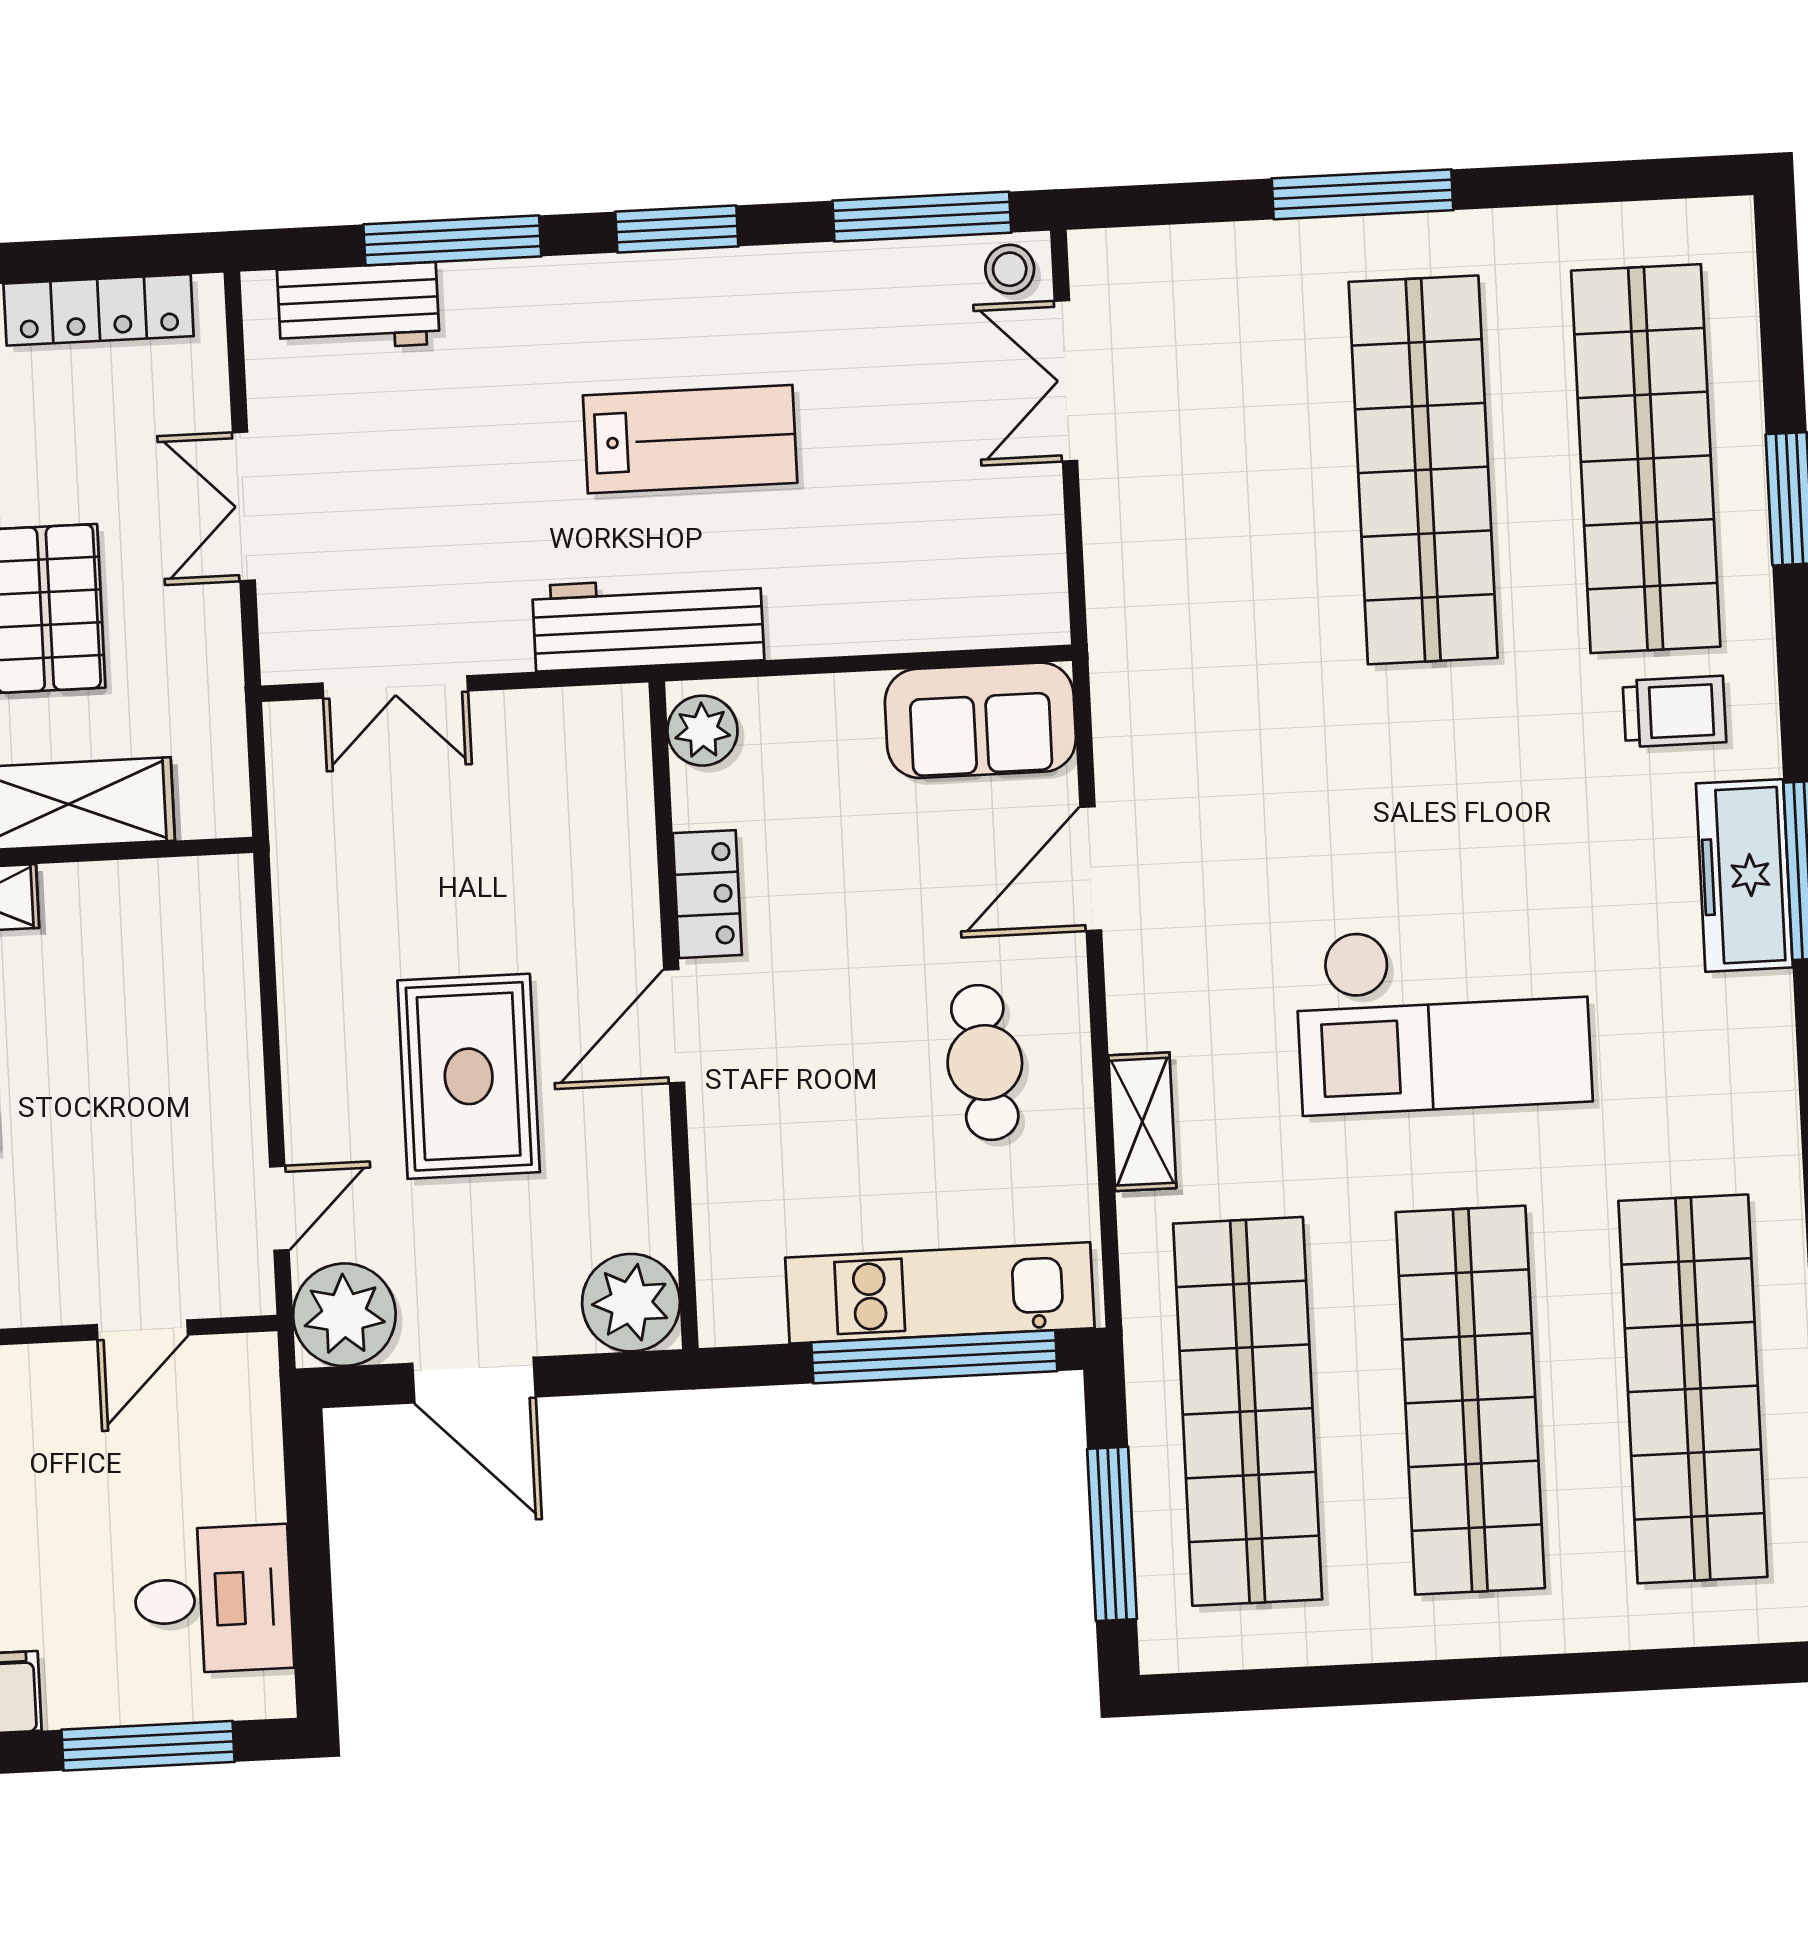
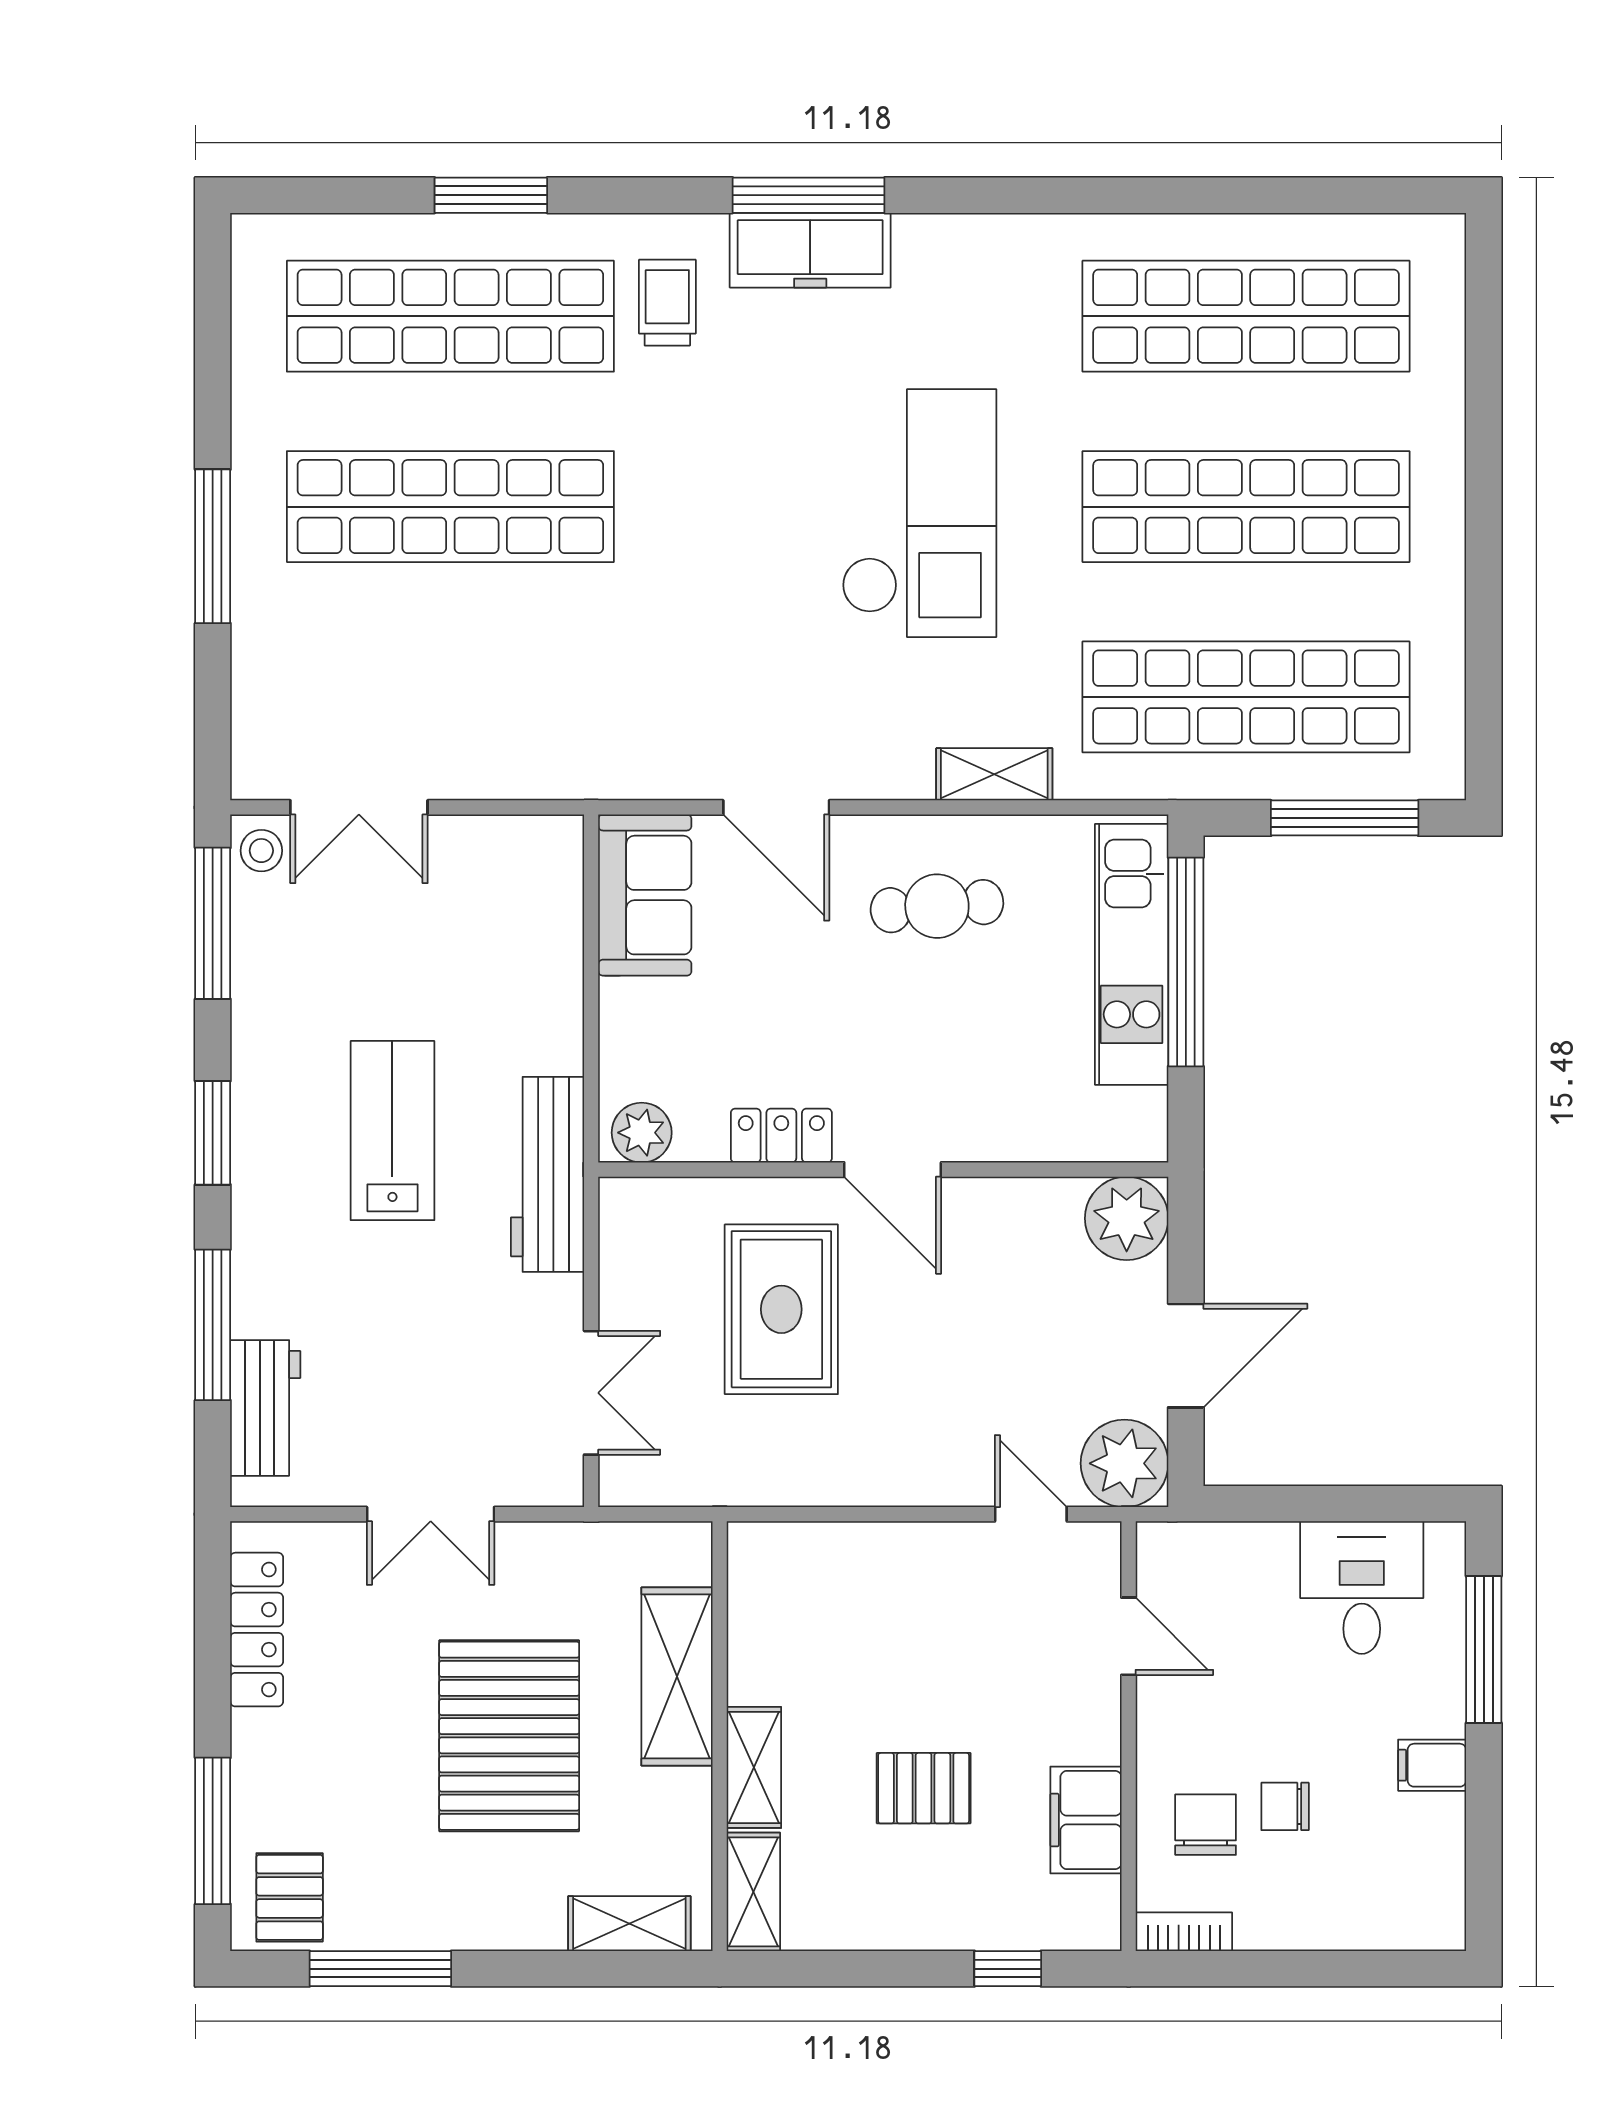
rug: (469, 1076) -> (781, 1309), moved, turned 90

